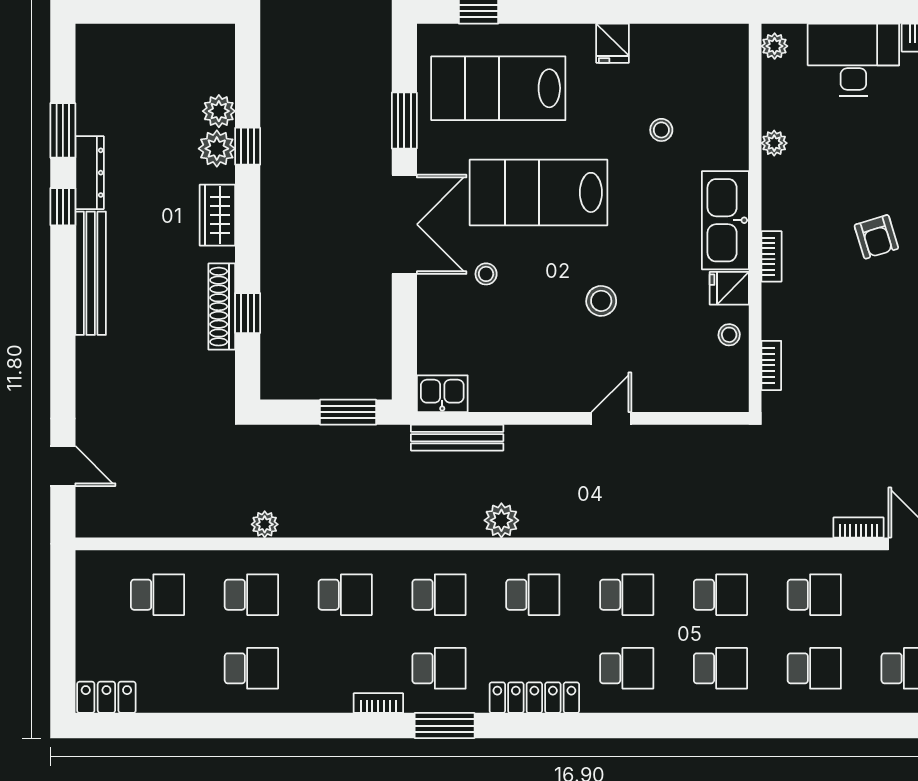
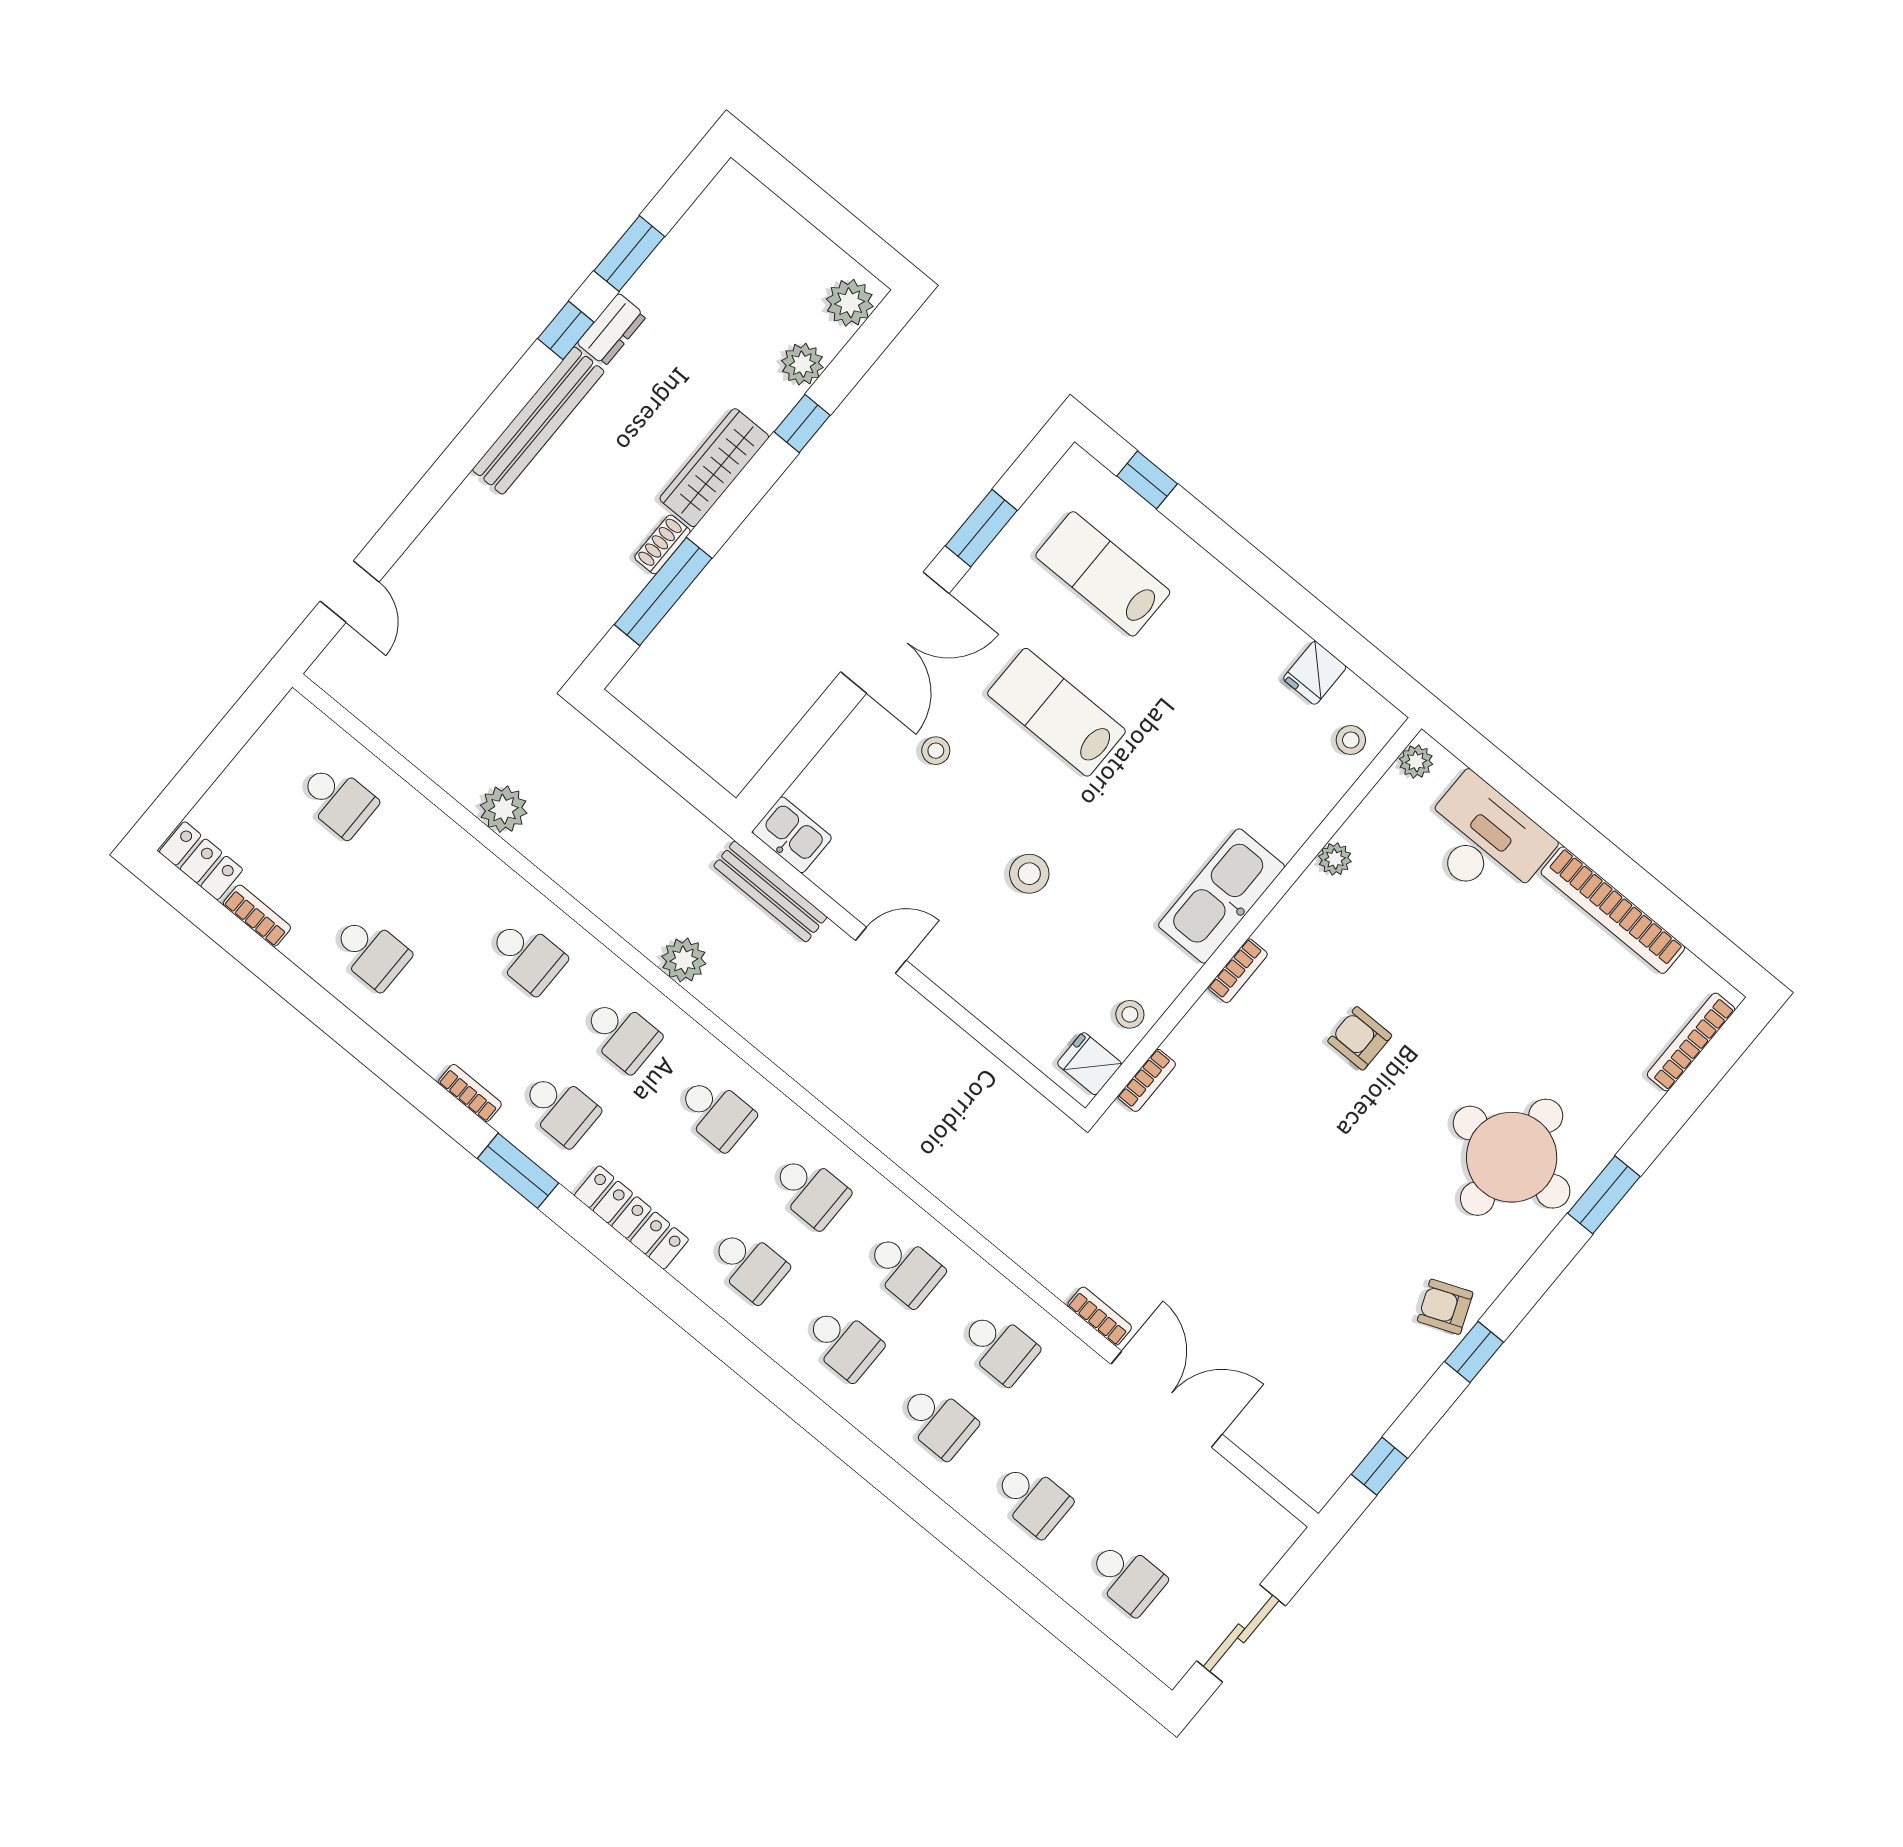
fridge: (613, 43) -> (1315, 673), moved
lab bench: (498, 88) -> (1103, 574), width x0.73, depth x0.72
stool: (661, 130) -> (1351, 740), moved
plant: (217, 149) -> (850, 303), moved
dresser: (90, 173) -> (612, 330), width x0.70
lab bench: (538, 192) -> (1056, 712), width x0.73, depth x0.72
wardrobe: (217, 215) -> (714, 468), width x1.50
armchair: (876, 237) -> (1360, 1038), turned 107
fridge: (729, 288) -> (1089, 1064), moved
shoe rack: (222, 307) -> (663, 544), width x0.51, depth x0.81
window: (248, 313) -> (663, 591), width x2.17
window: (348, 412) -> (682, 775), removed
door: (611, 418) -> (881, 950), moved
plant: (501, 520) -> (684, 960), moved
plant: (265, 524) -> (504, 809), width x1.38, depth x1.38
school desk: (251, 595) -> (432, 878), removed
bookcase: (166, 702) -> (257, 916), added

